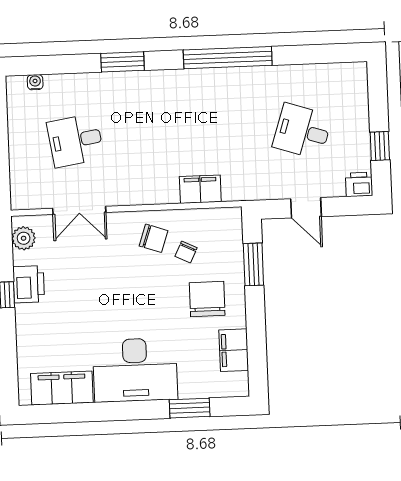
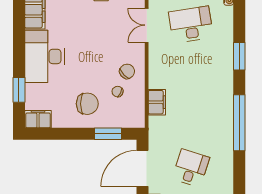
desk: (75, 140) -> (191, 25), width x1.37
door: (306, 208) -> (142, 168), width x1.88
chair: (154, 238) -> (127, 71), turned -152
filing cabinet: (234, 350) -> (38, 119), moved

